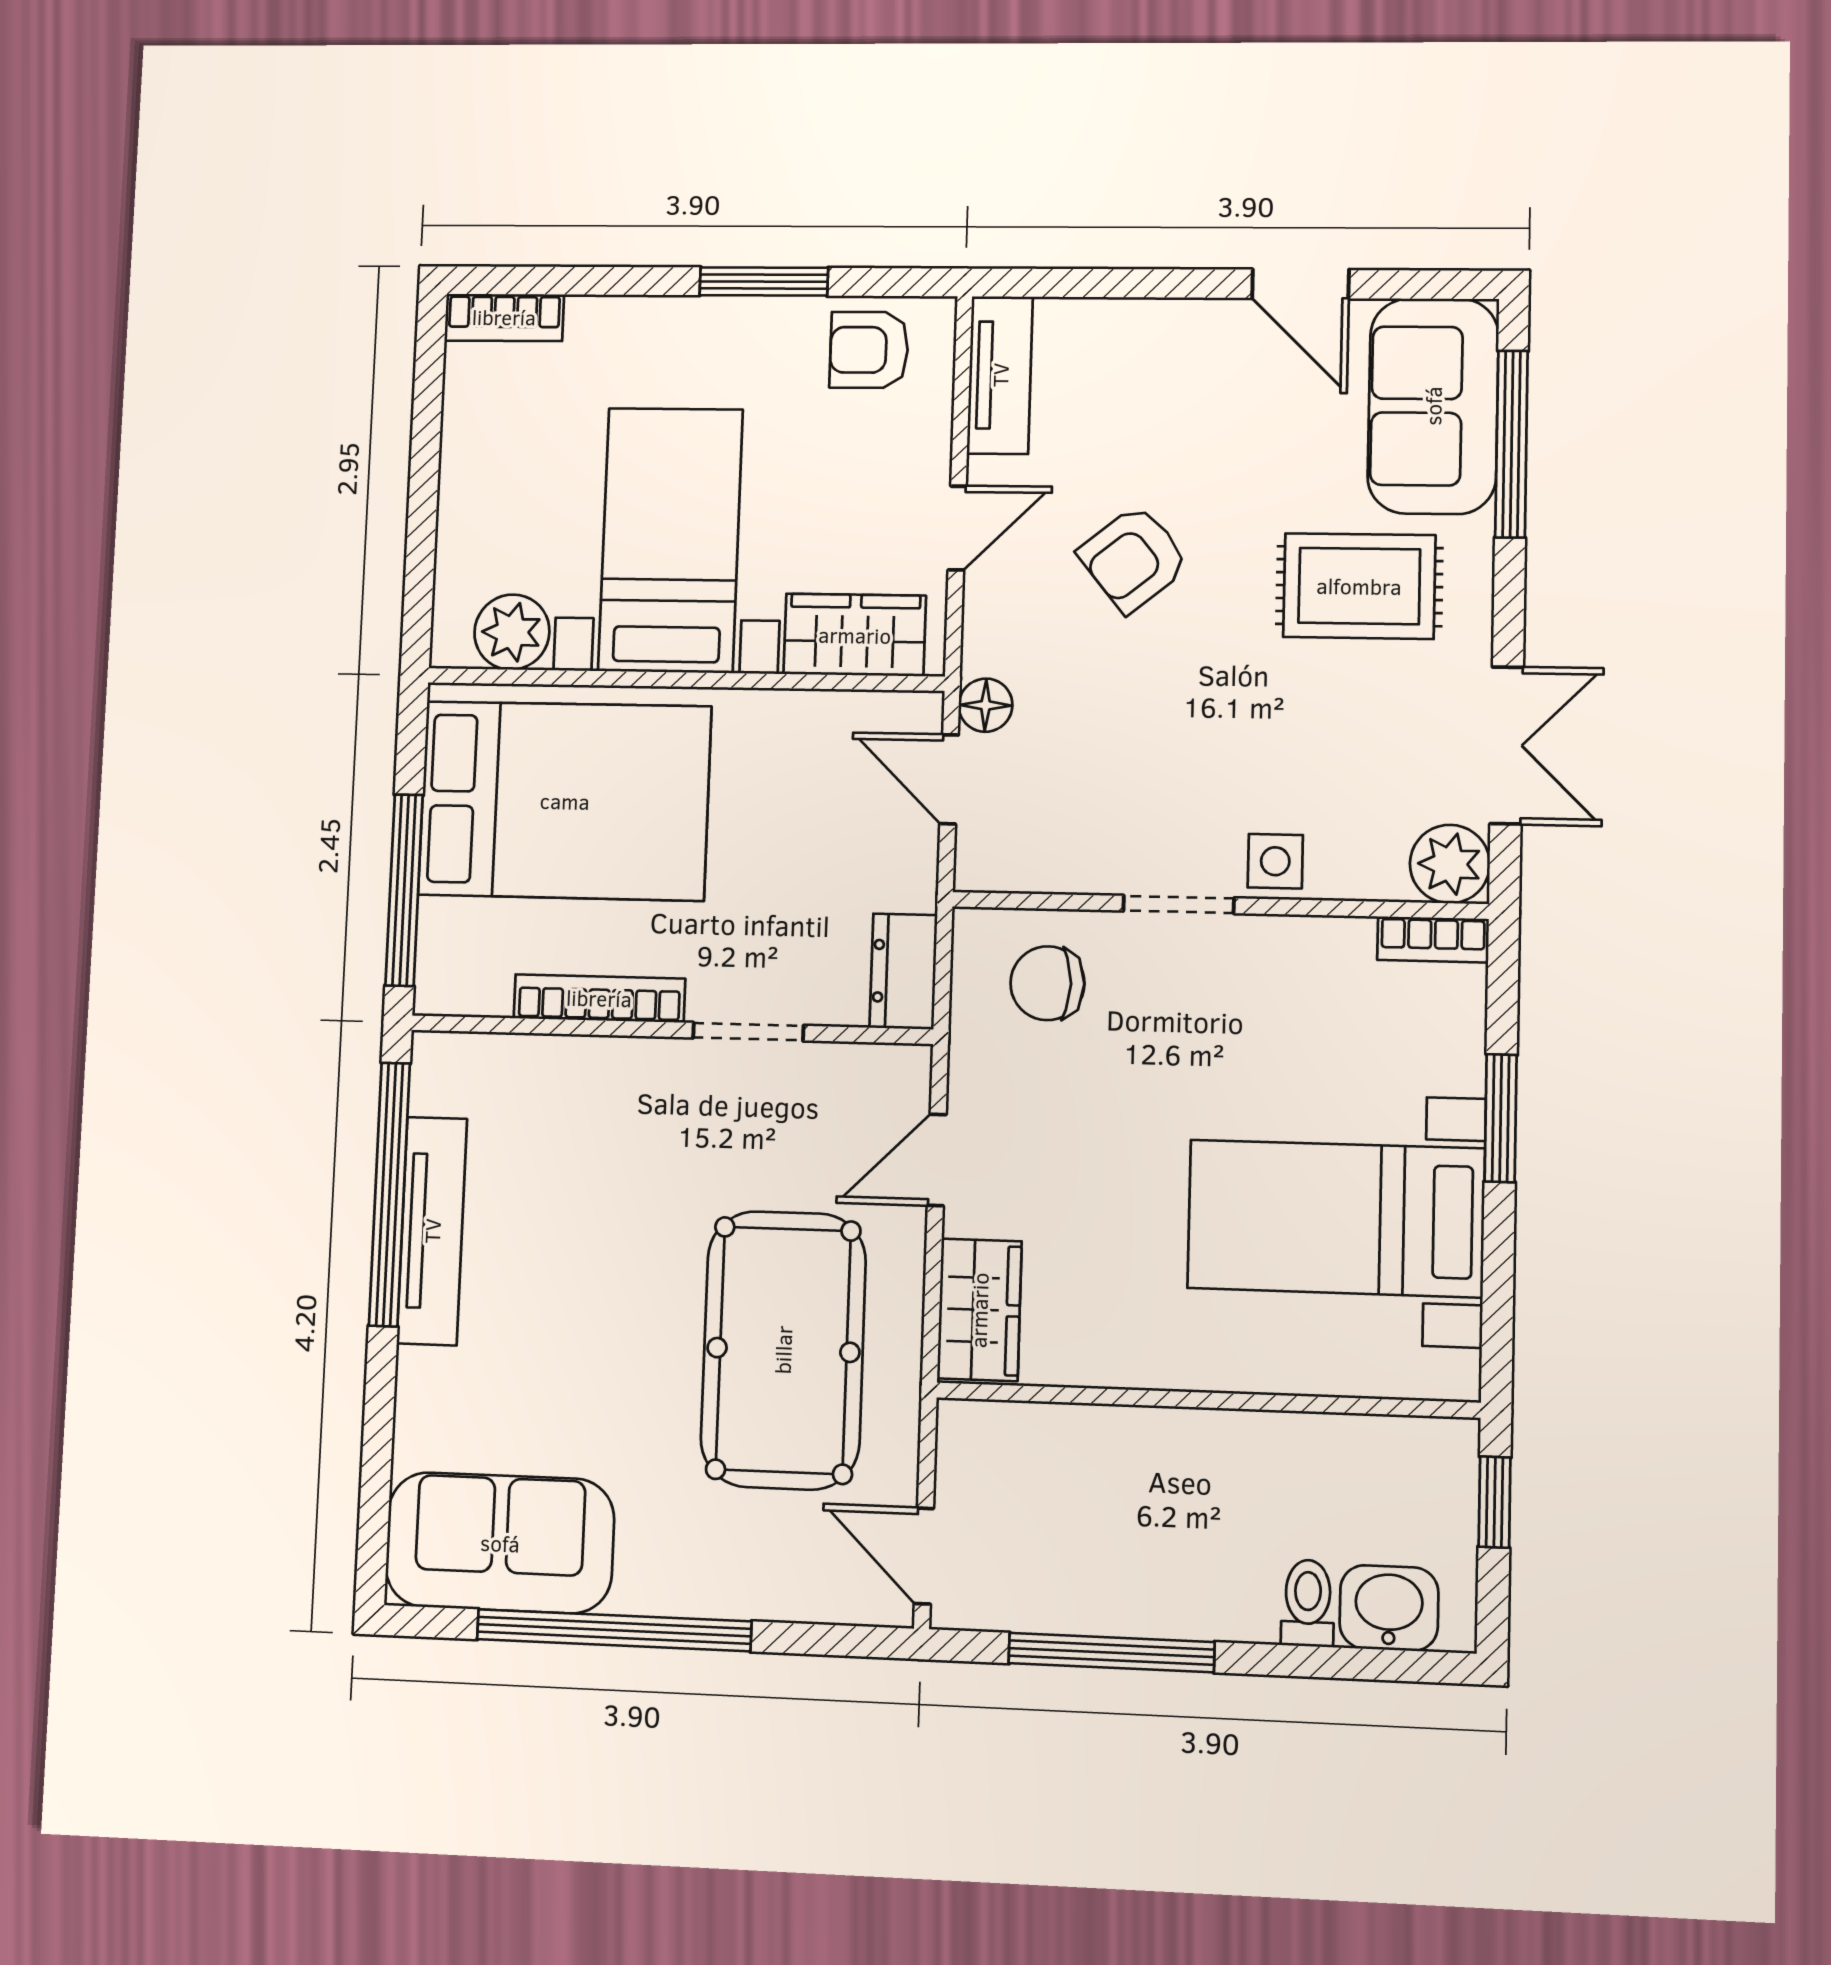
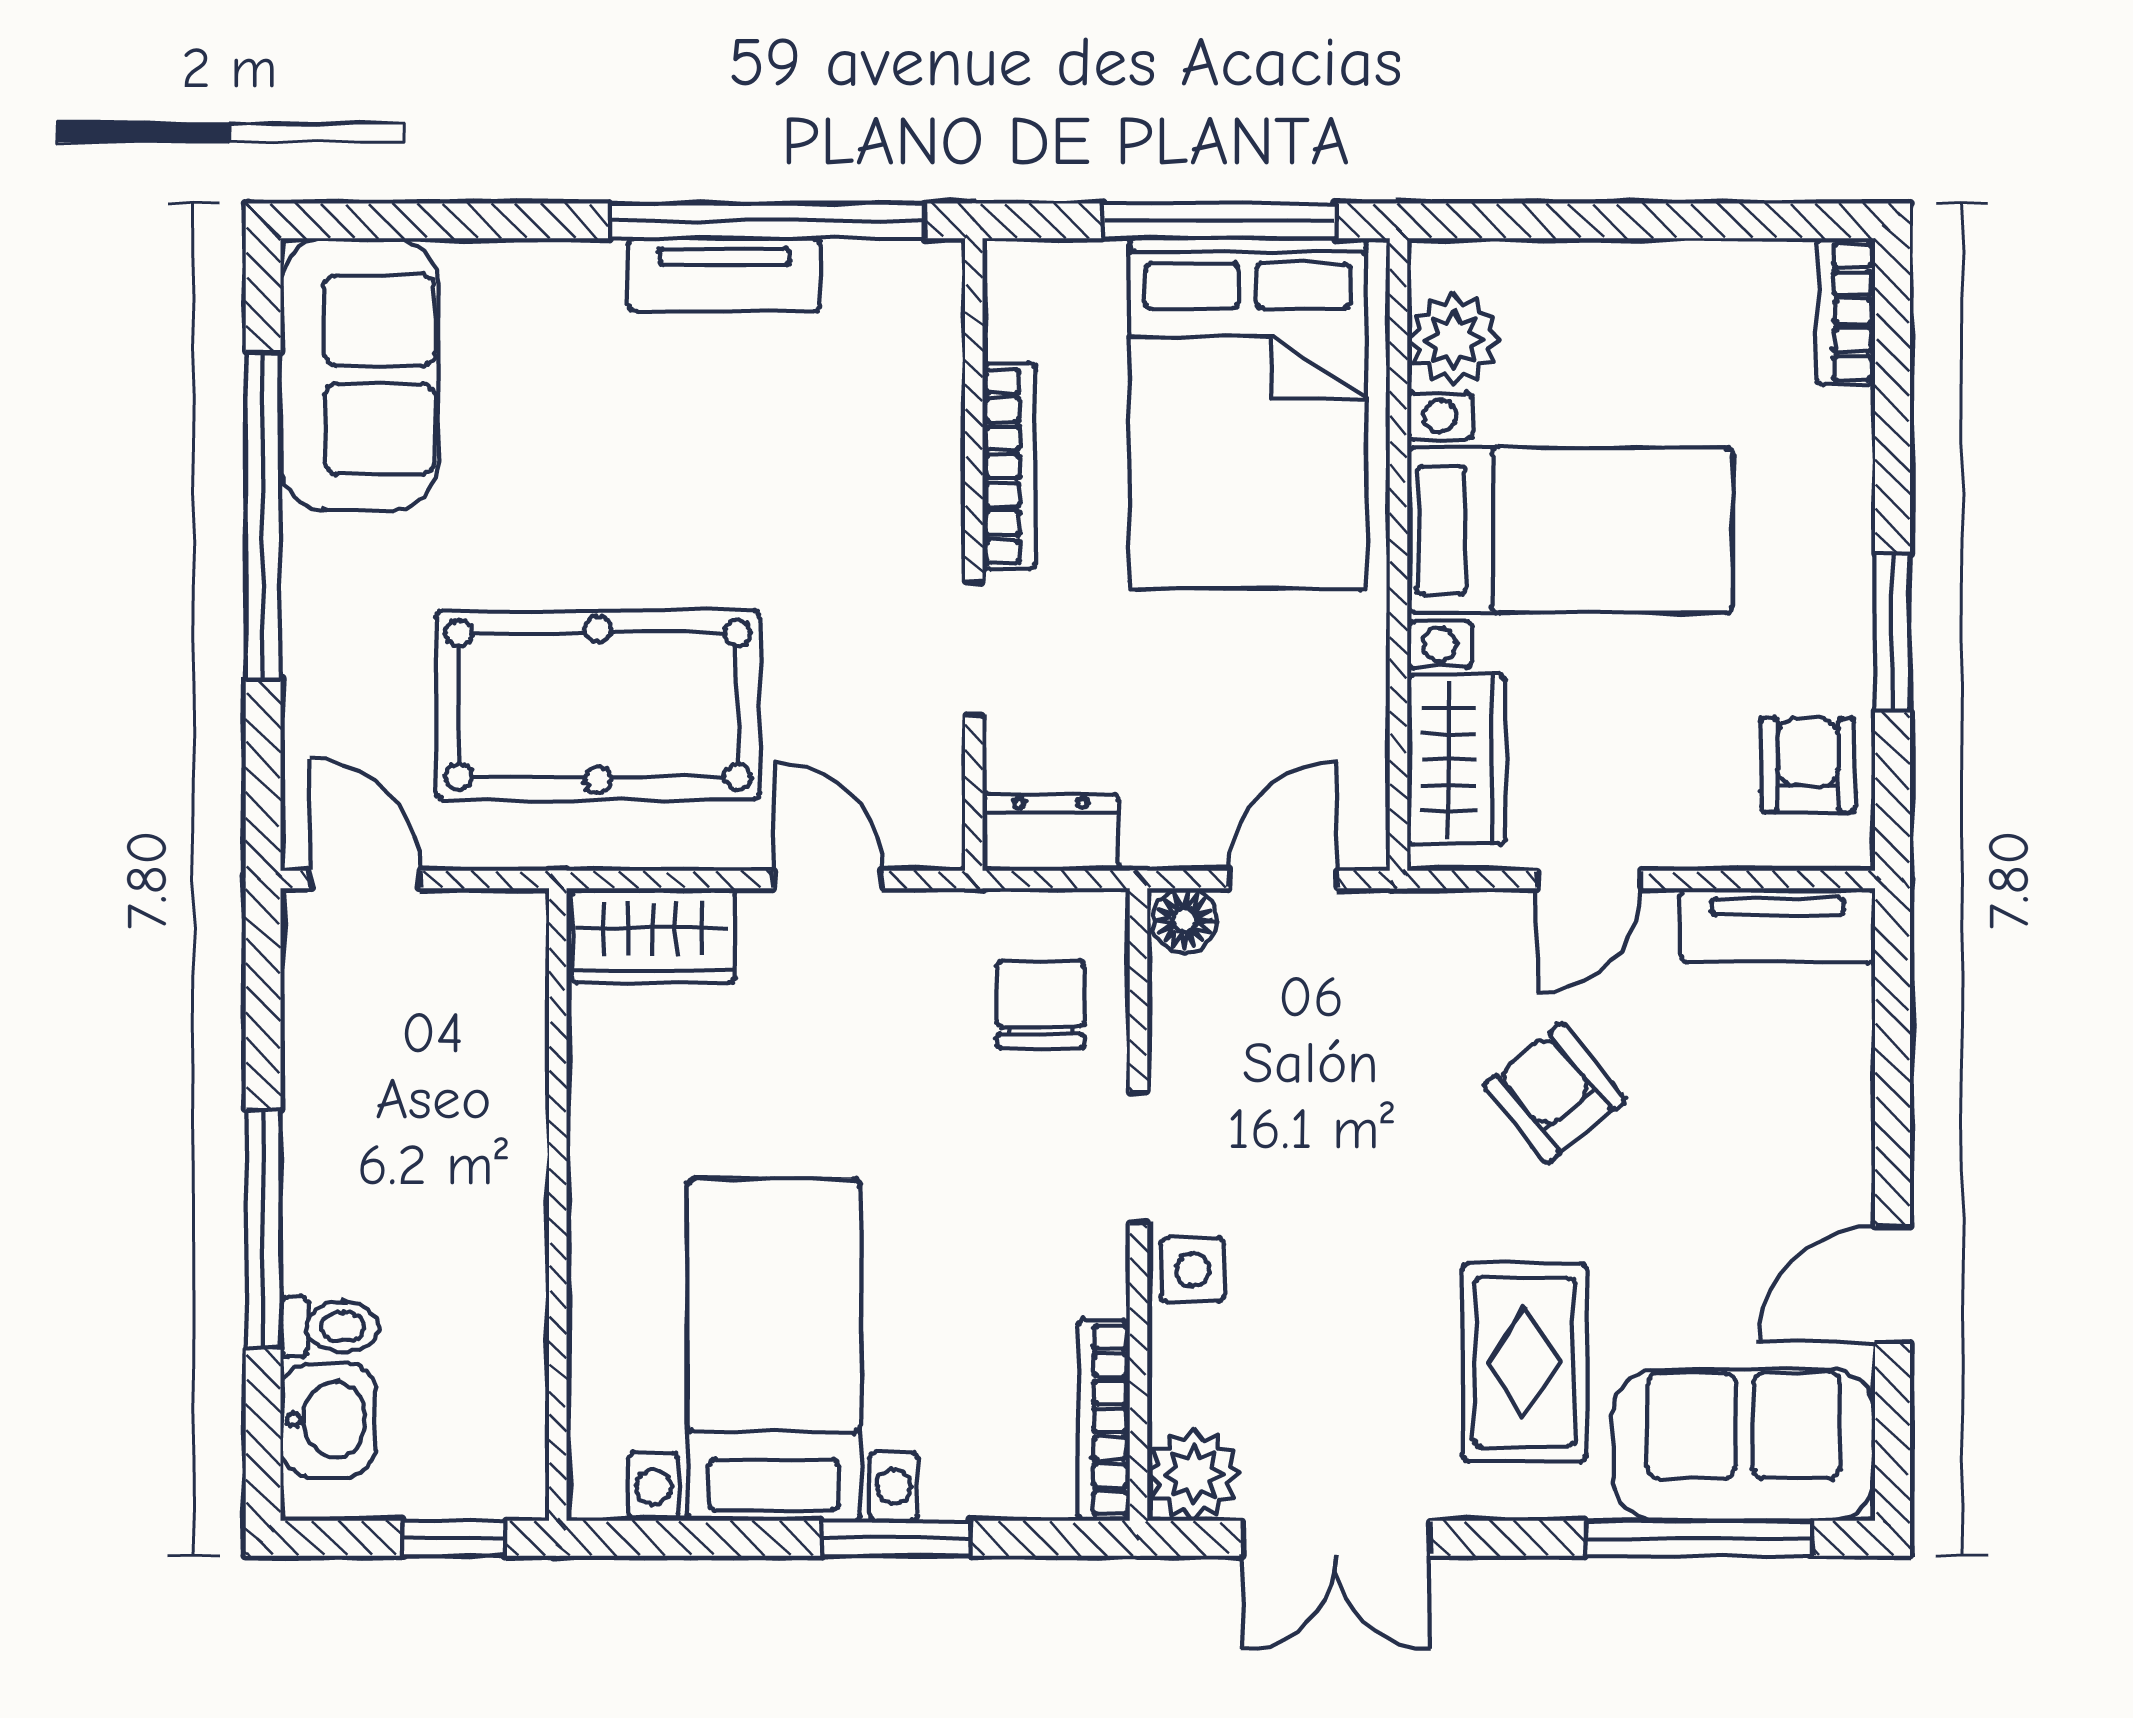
door: (957, 528) -> (1589, 880), hinge flipped
floor lamp: (986, 705) -> (1184, 920), moved
window: (404, 890) -> (1219, 221), moved
bookcase: (1433, 939) -> (1104, 1420), width x1.56
tv unit: (432, 1231) -> (724, 275), width x0.71
door: (924, 1556) -> (365, 880), hinge flipped
window: (1111, 1653) -> (263, 1229), moved

